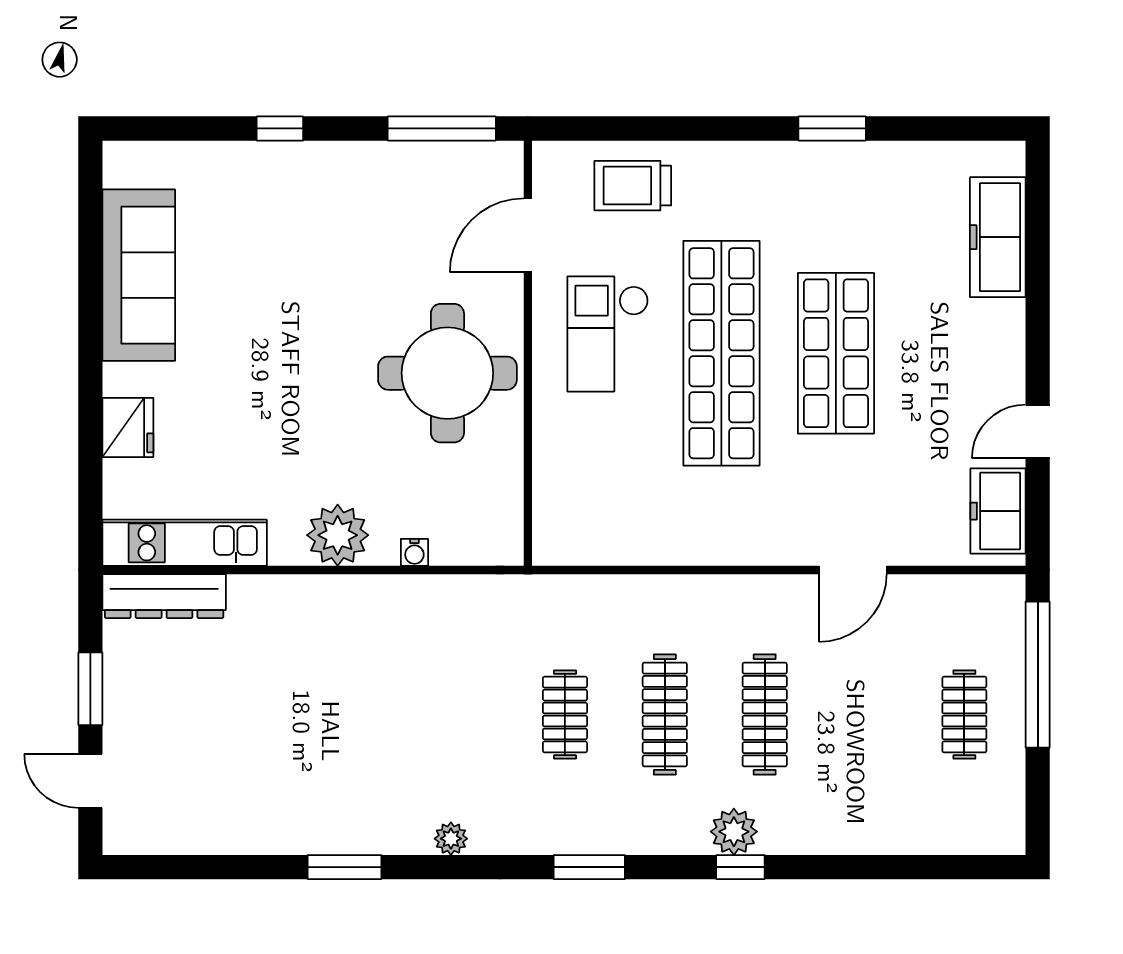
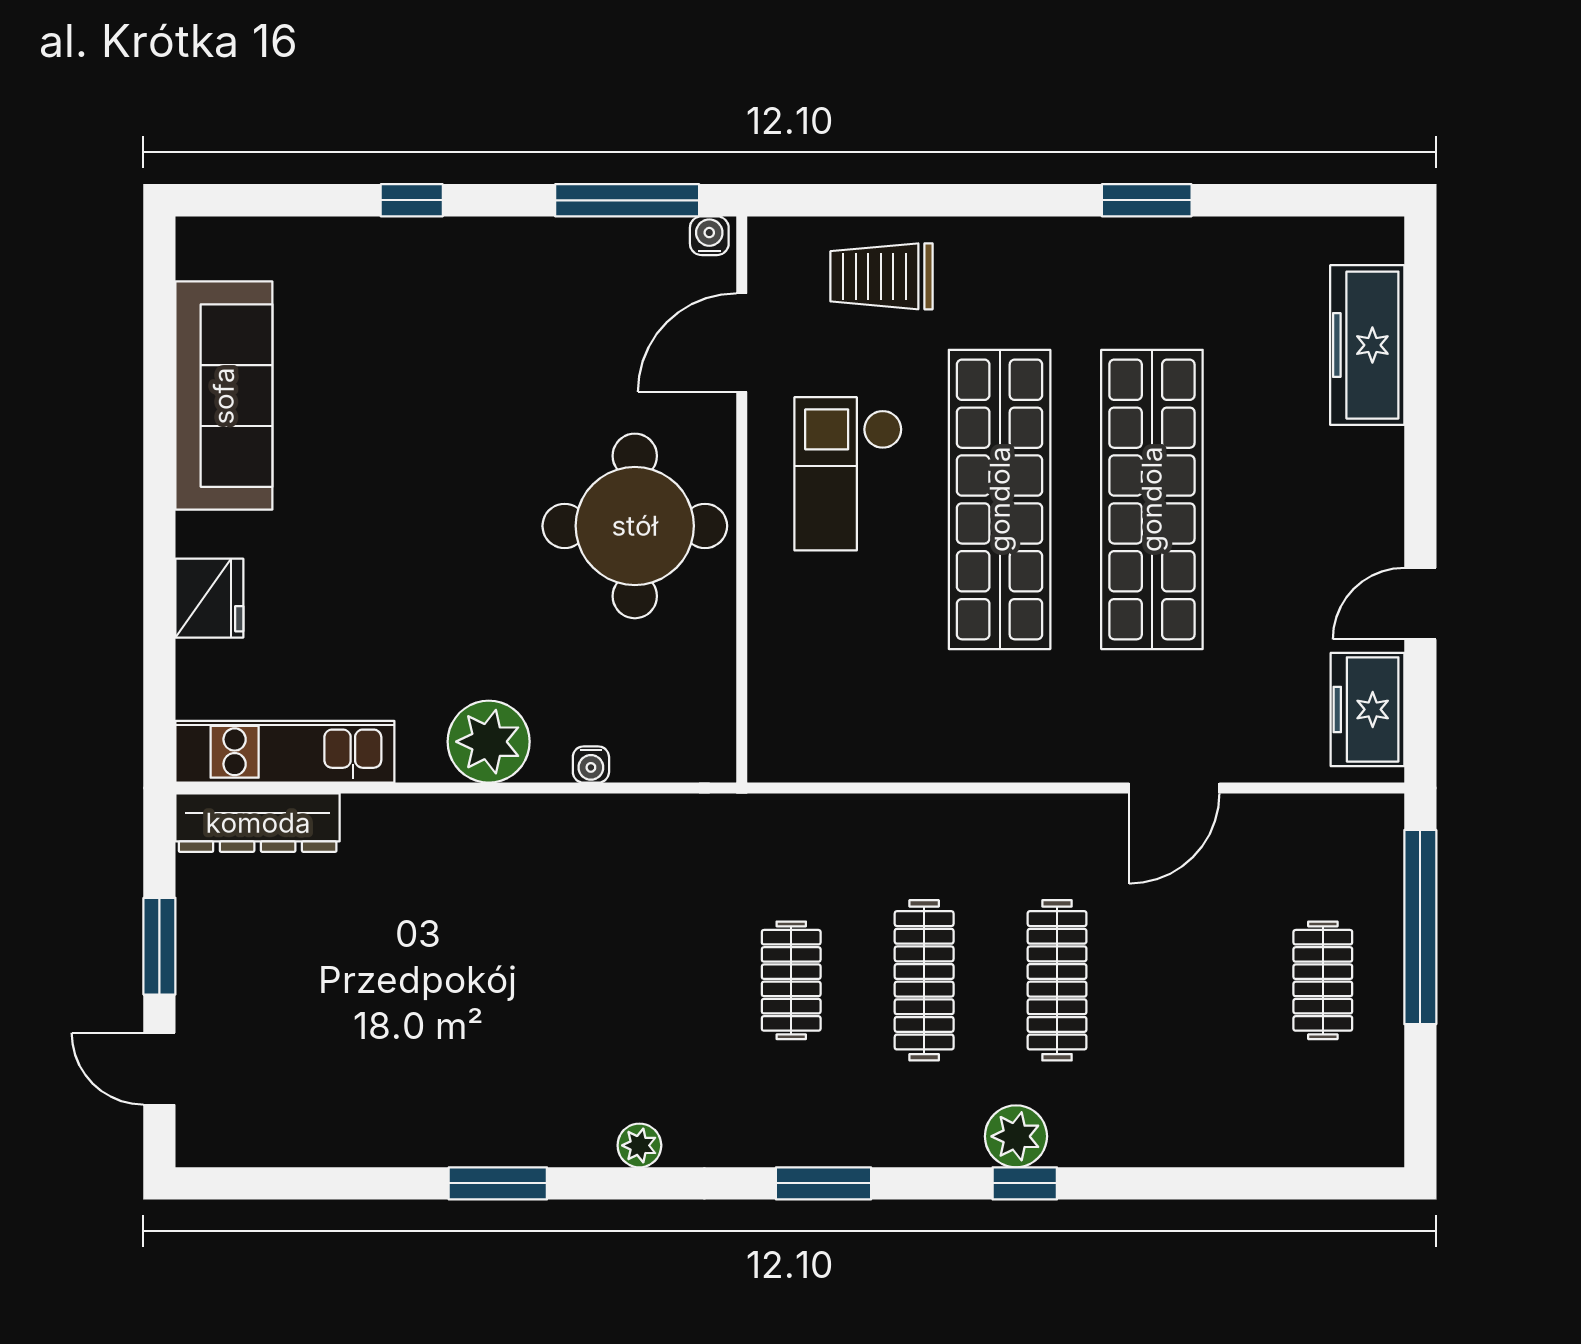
water cooler: (503, 155) -> (709, 236), added
shop shelf: (836, 353) -> (1152, 499), width x1.40

